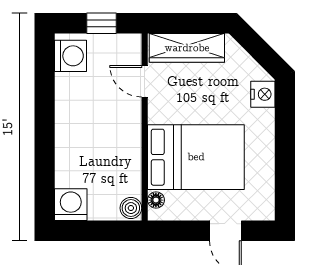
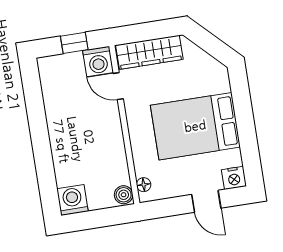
washing machine: (70, 56) -> (98, 61), moved, turned 90
nightstand: (263, 94) -> (234, 178), moved, turned 90
bed: (196, 157) -> (195, 126), moved, turned 180

